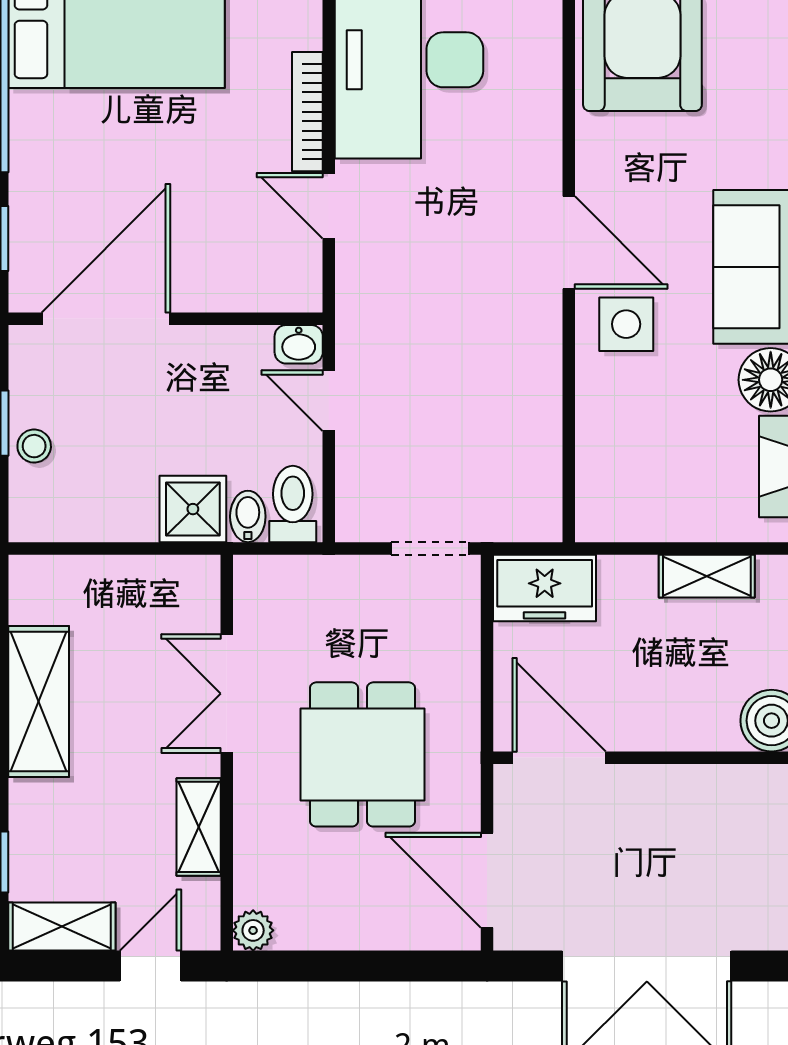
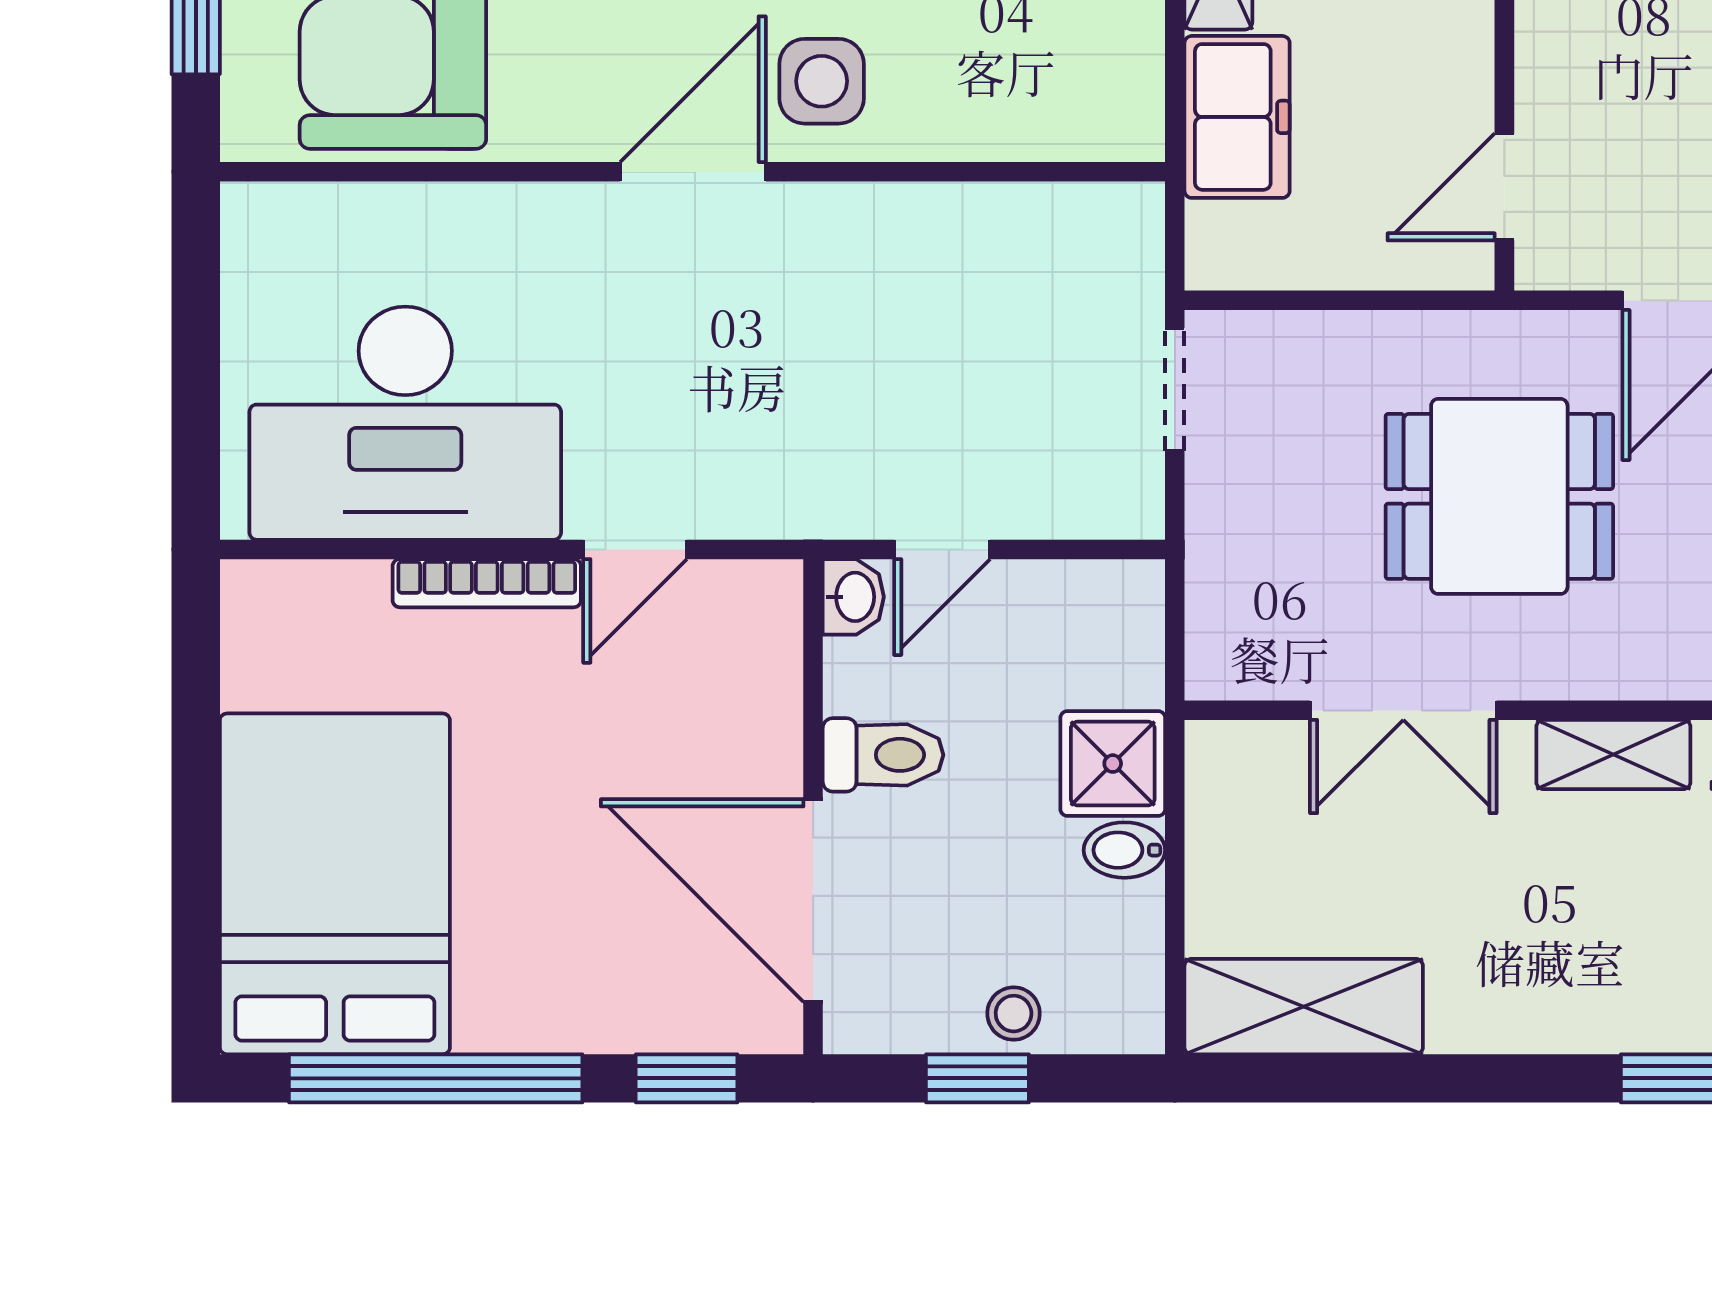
toilet: (293, 504) -> (883, 755), moved, turned 180
bidet: (248, 516) -> (1124, 850), moved
freezer: (545, 588) -> (1237, 117), moved
shelving: (39, 701) -> (1304, 1007), moved
door: (559, 758) -> (1504, 187), width x0.73

